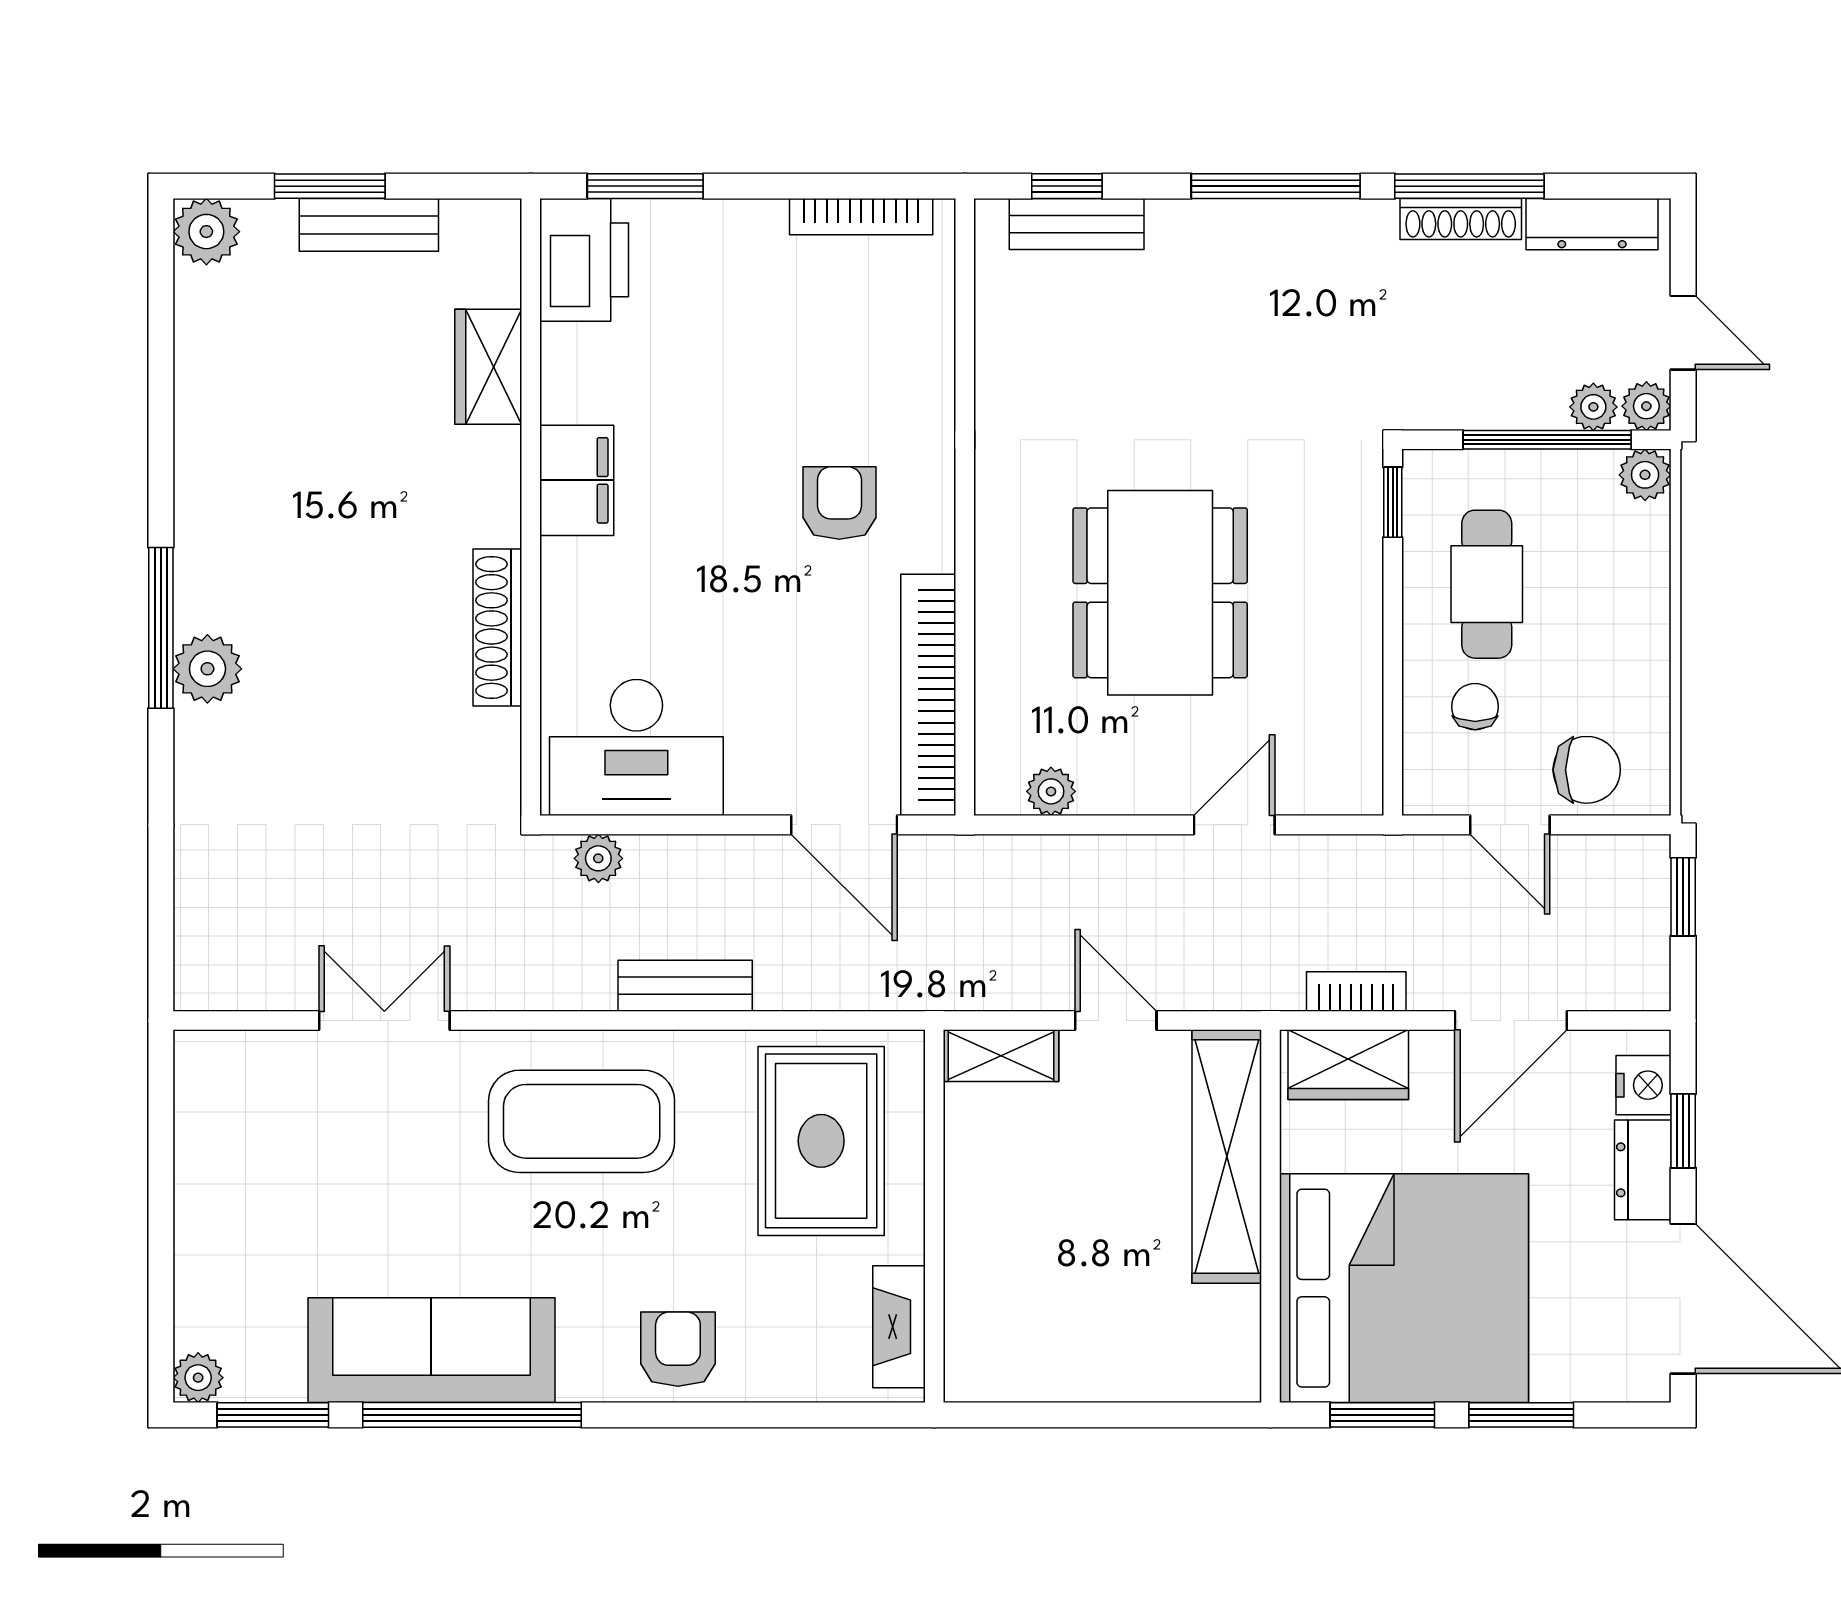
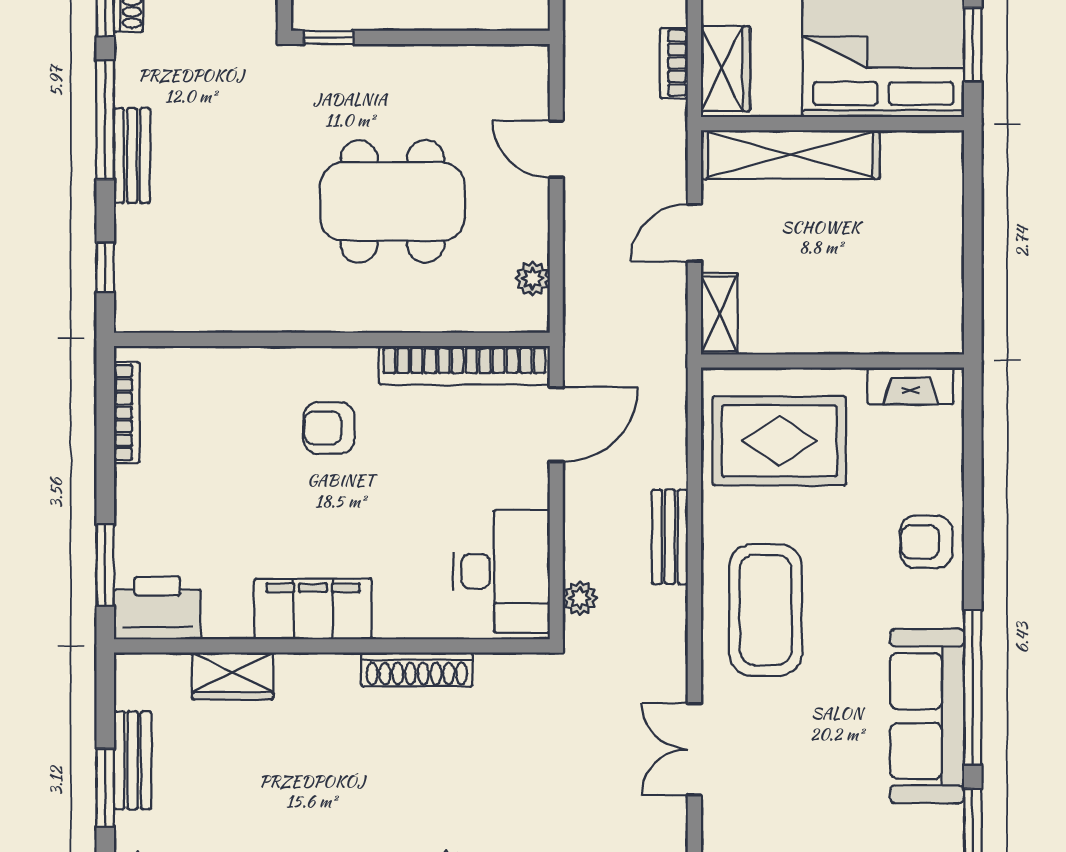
bench: (1077, 224) -> (132, 156), moved
filing cabinet: (577, 480) -> (313, 609), width x1.50, depth x1.17

